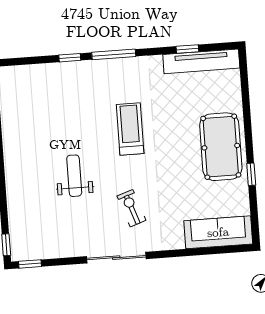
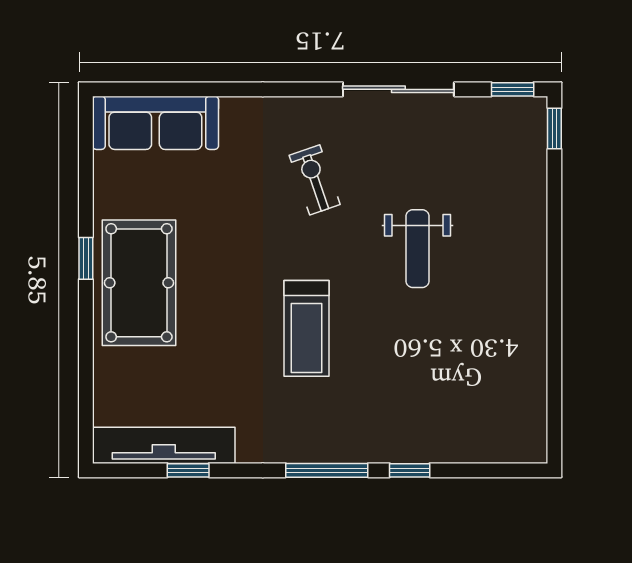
window: (251, 174) -> (86, 258), moved
exercise bike: (131, 208) -> (315, 180), turned 180
sliding door: (116, 258) -> (398, 89), moved

